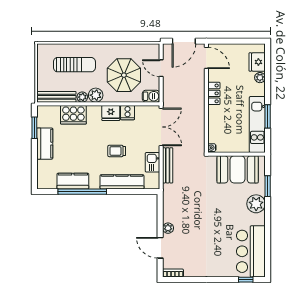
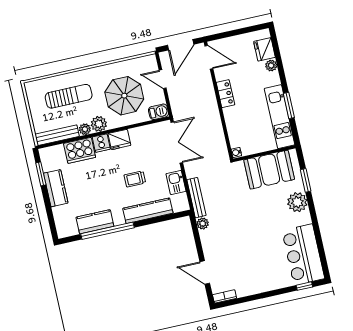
cooker: (128, 113) -> (101, 143), moved
bench: (168, 165) -> (196, 198), moved
plant: (168, 228) -> (203, 224), moved

